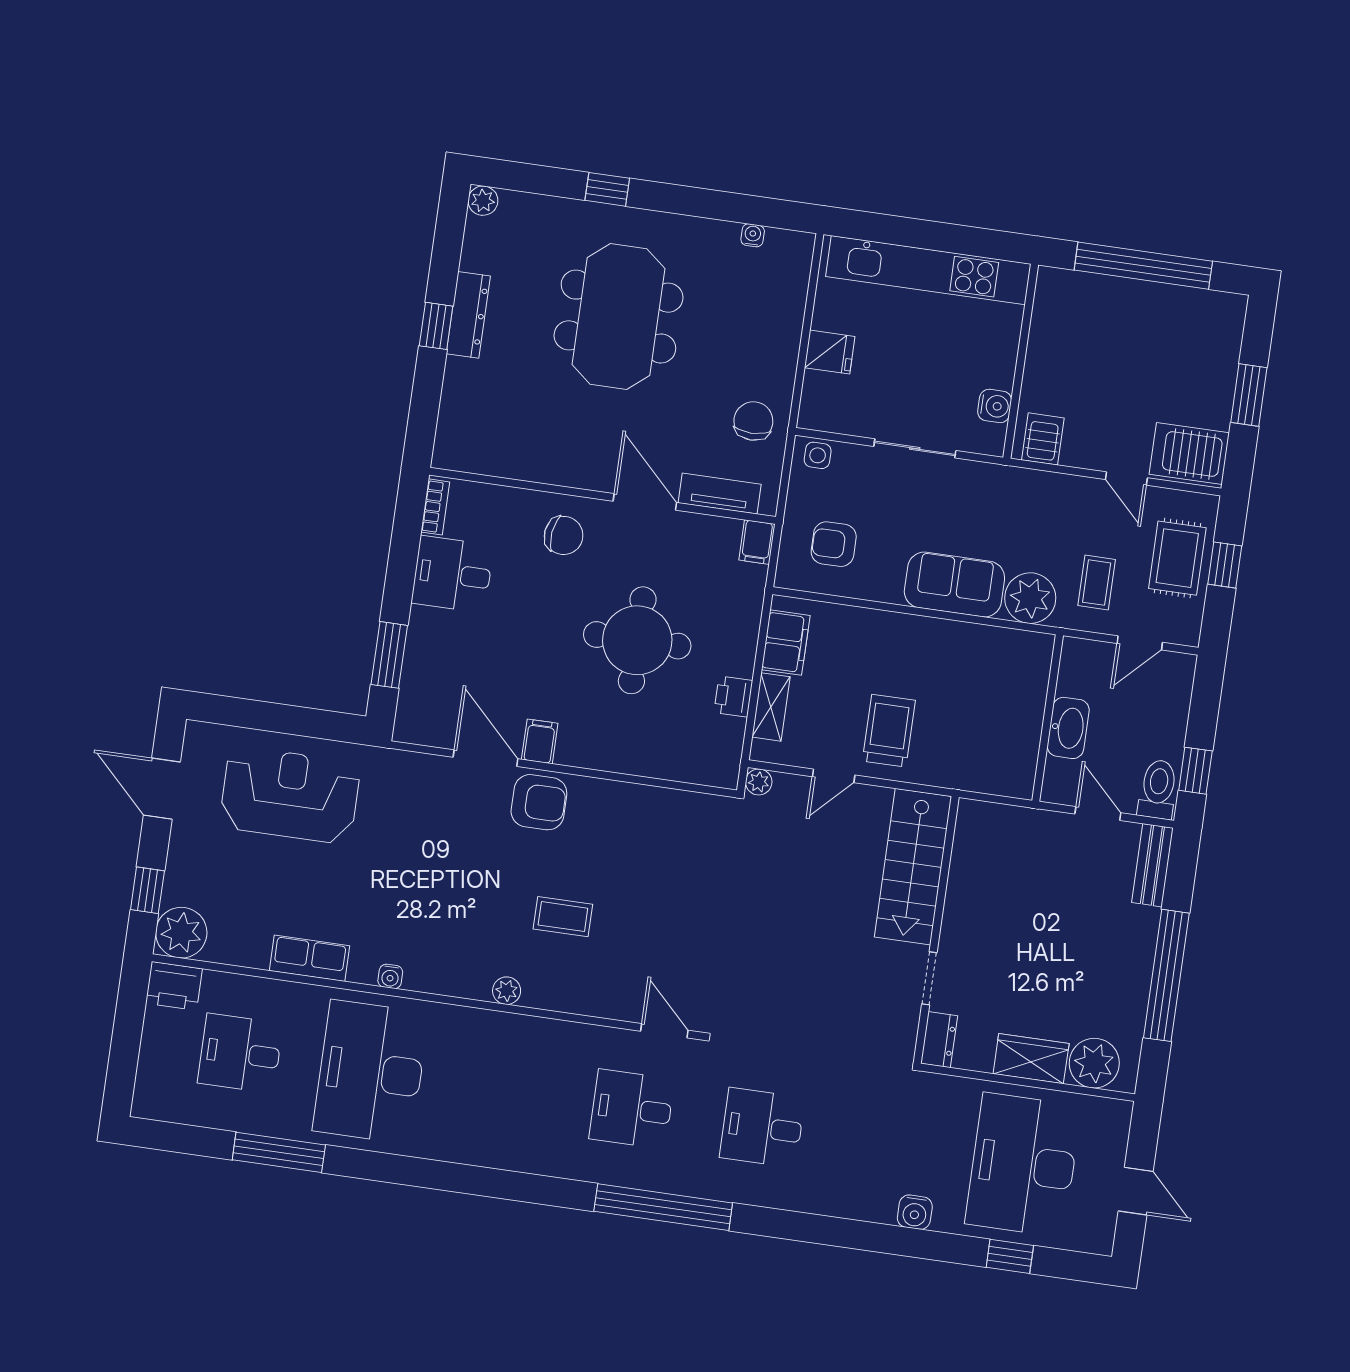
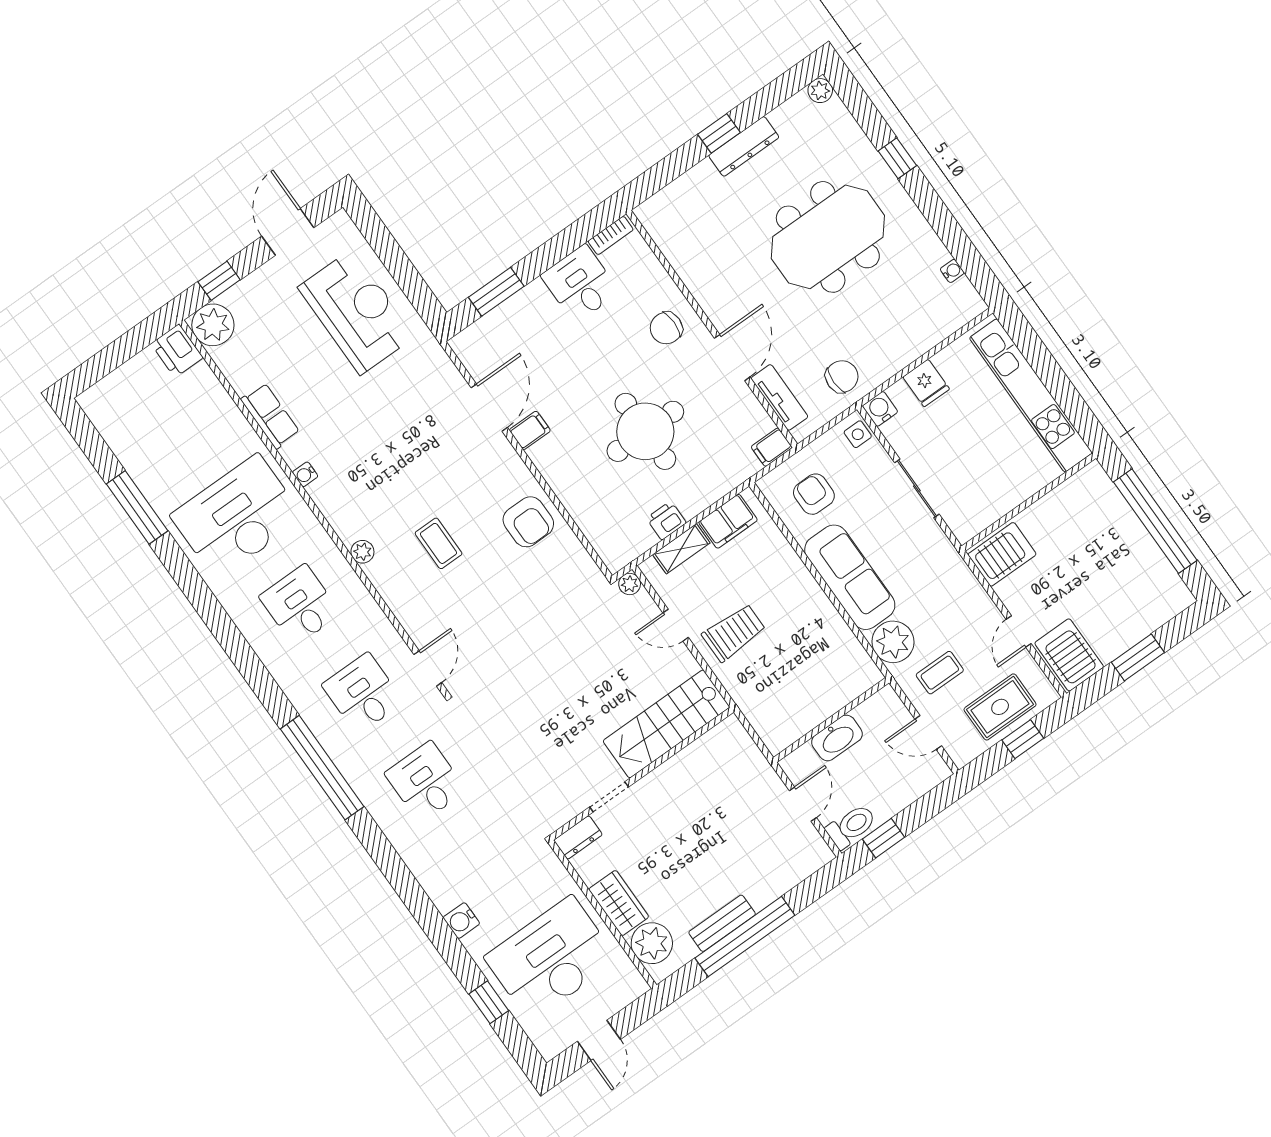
water cooler: (995, 406) -> (880, 409), moved, turned 180
server rack: (1043, 439) -> (1002, 554), width x1.36, depth x1.44
chair: (564, 535) -> (666, 328), turned 83
sofa: (954, 585) -> (850, 577), width x1.36
armchair: (539, 802) -> (528, 522), moved
bench: (1152, 865) -> (722, 923), moved
desk: (240, 1053) -> (300, 605), moved

